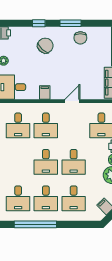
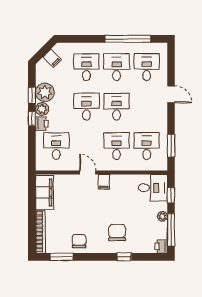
window: (71, 23) -> (62, 257), moved
chair: (45, 46) -> (117, 233), turned 137
filing cabinet: (45, 92) -> (104, 182), moved
door: (72, 101) -> (88, 173), swing flipped

